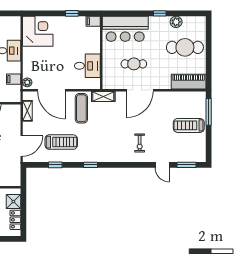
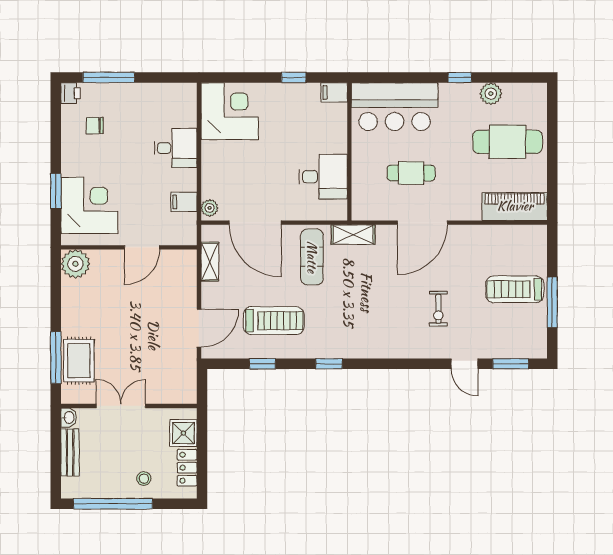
window: (209, 112) -> (552, 302), moved
exercise bike: (140, 143) -> (438, 309), moved

